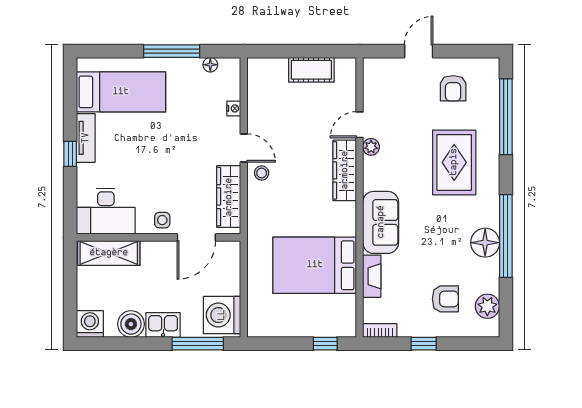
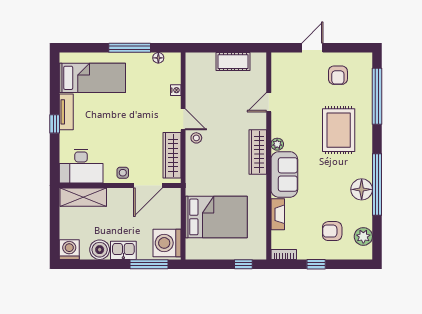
plant: (371, 147) -> (277, 144), moved
wardrobe: (345, 170) -> (258, 152), moved
bed: (315, 265) -> (216, 217), moved, turned 180
armchair: (445, 299) -> (332, 231), turned 180

